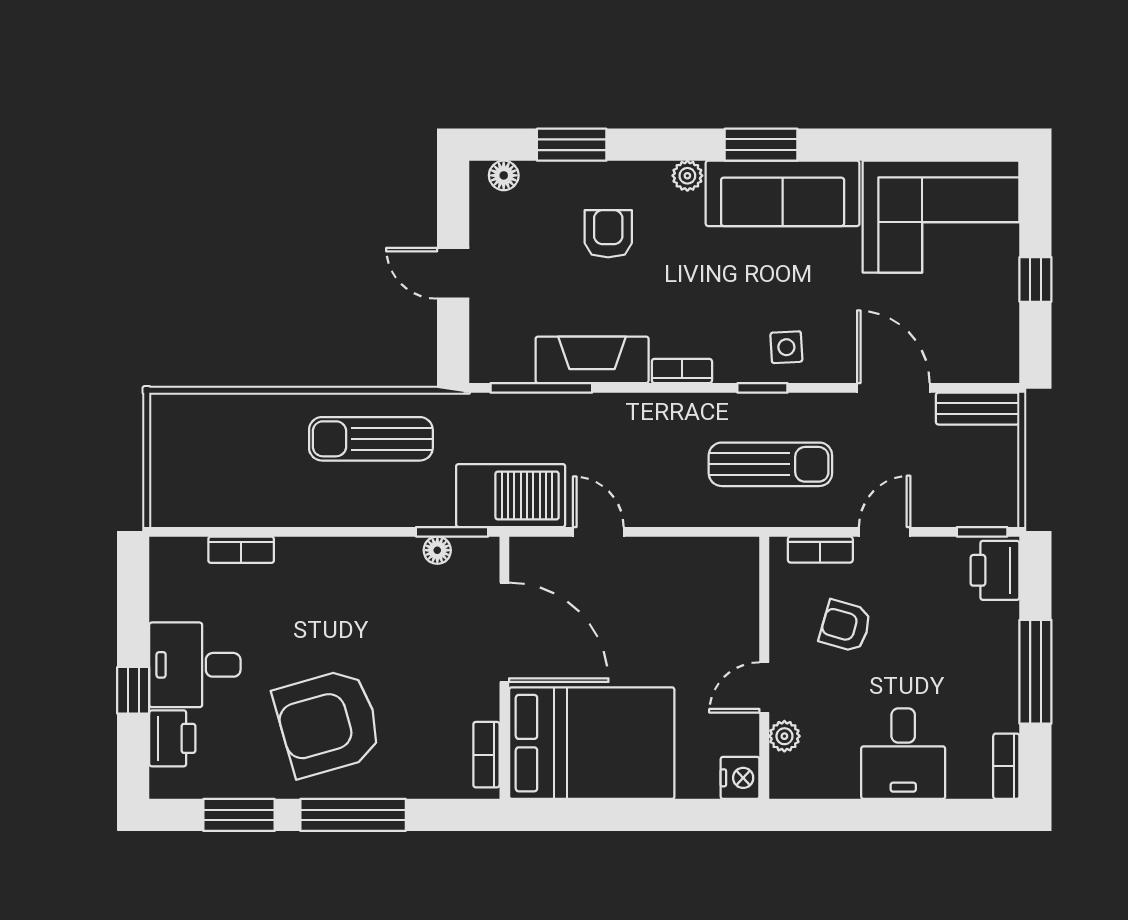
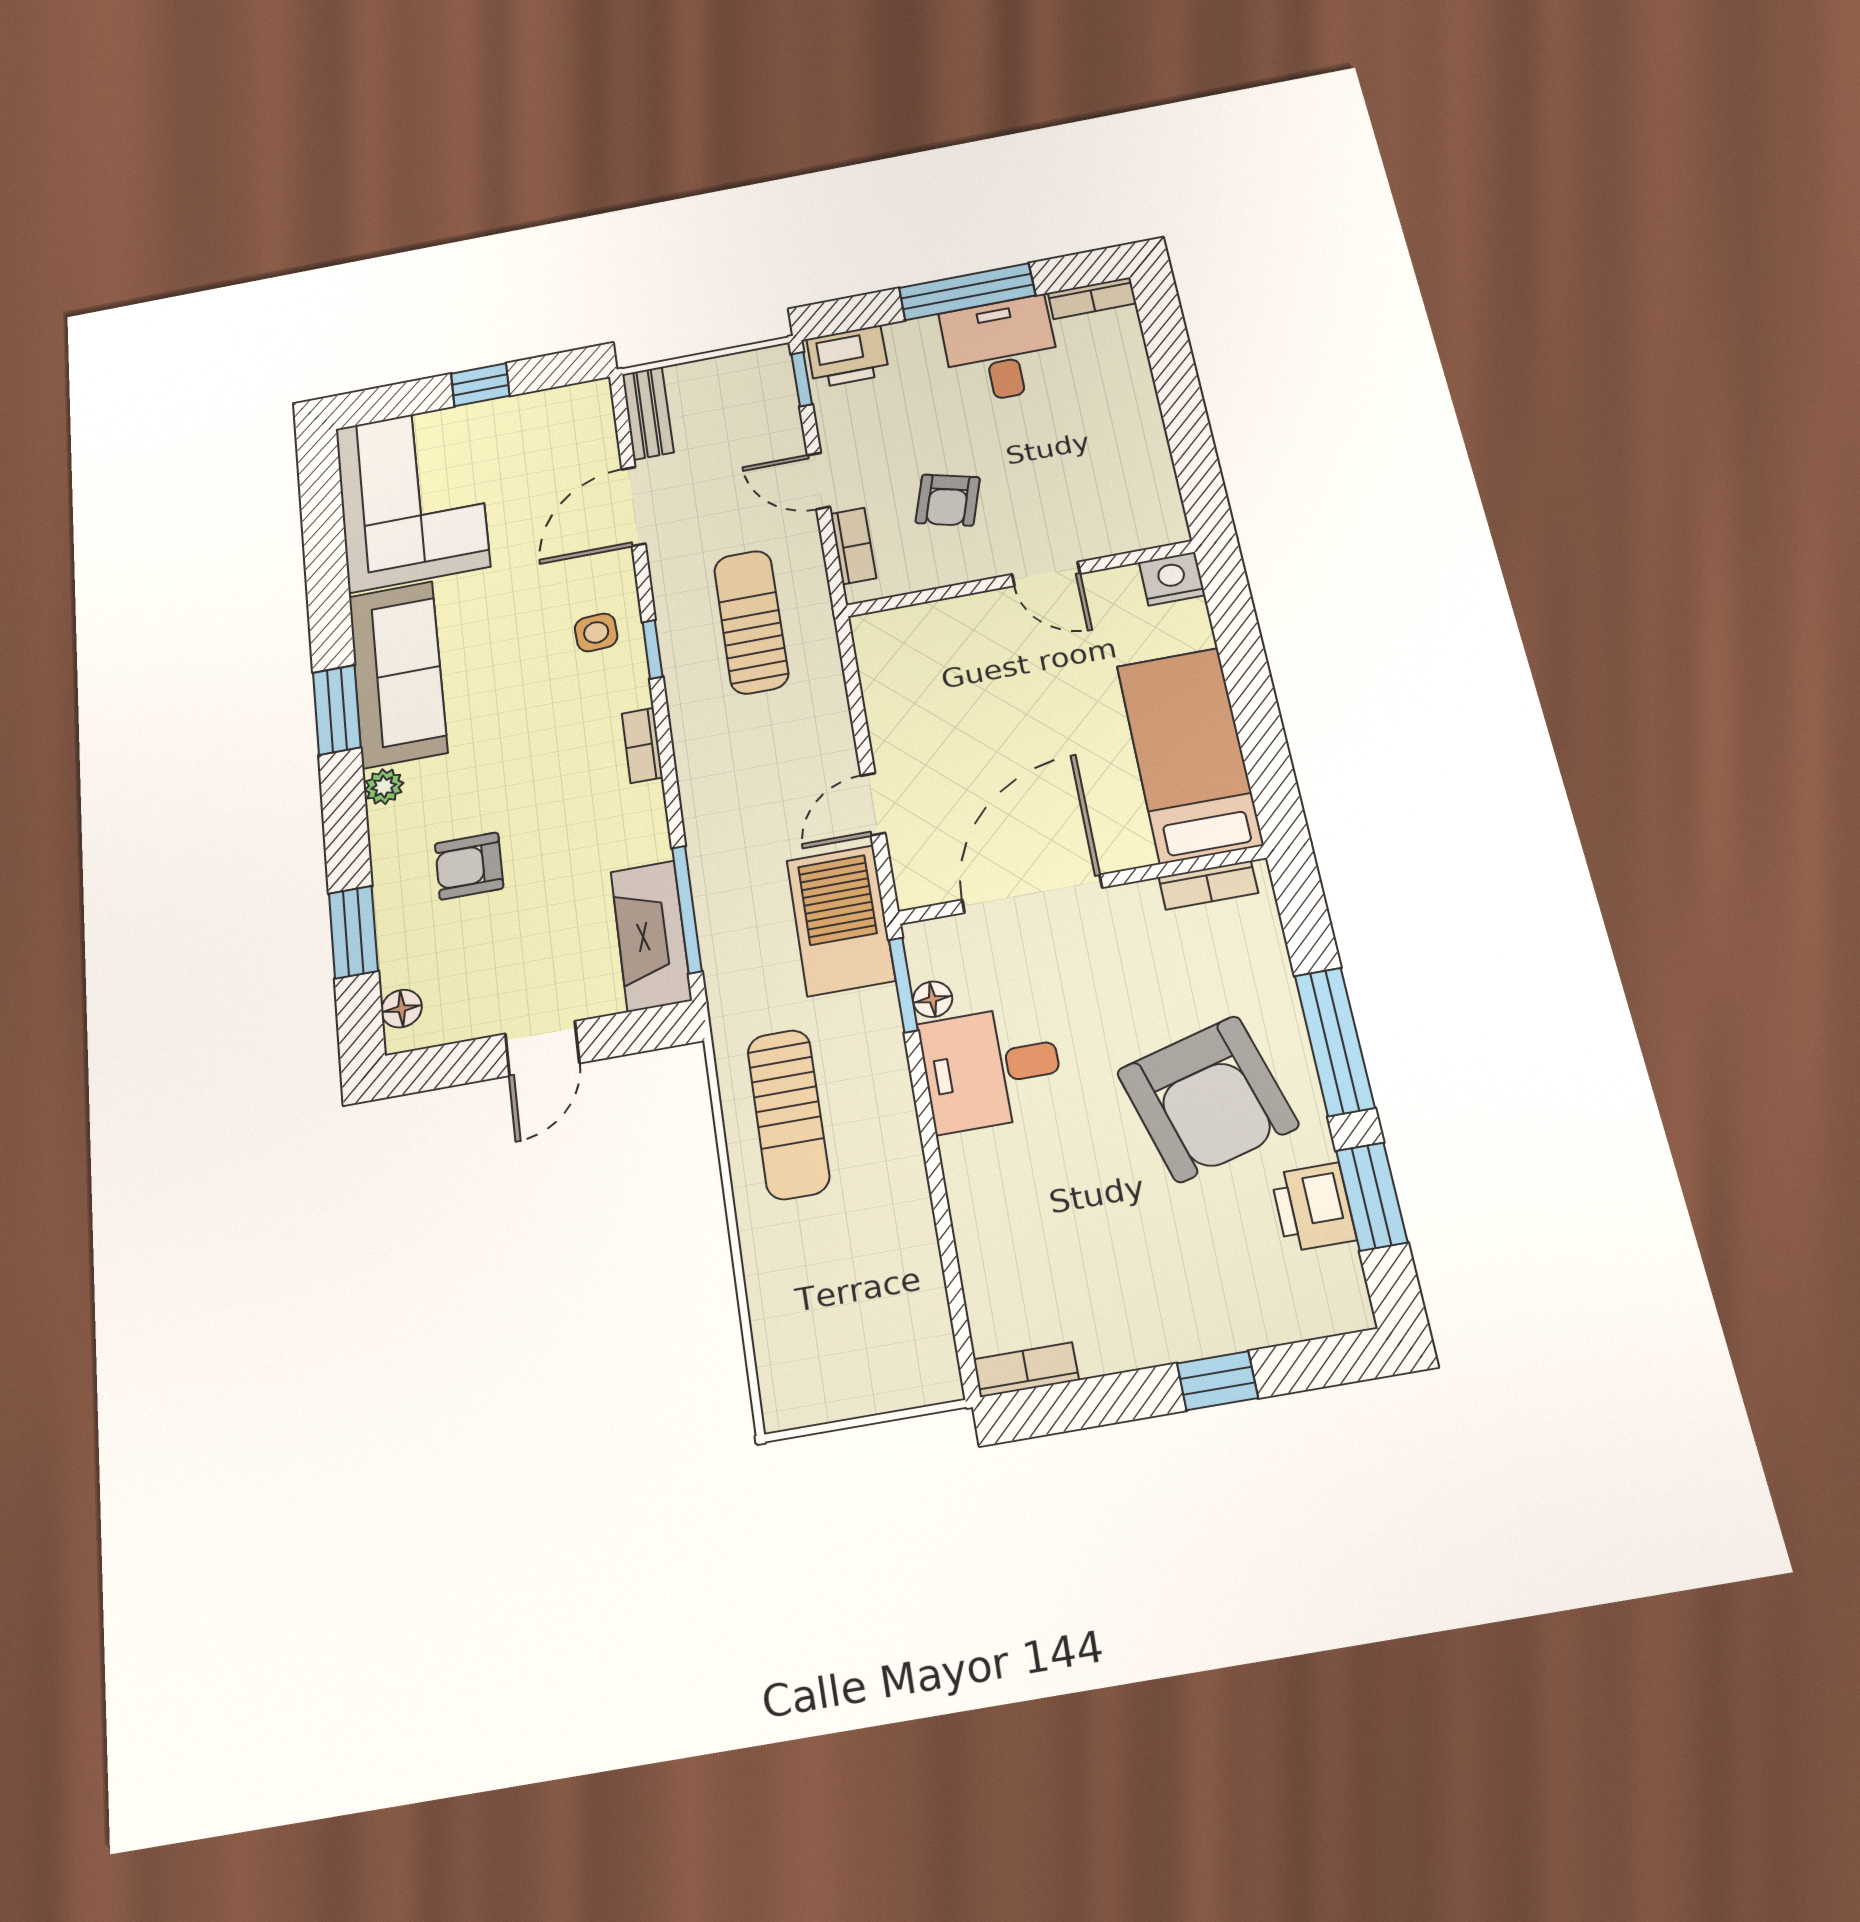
fireplace: (592, 360) -> (651, 936), moved
bookcase: (241, 550) -> (1026, 1370), moved, turned -90
desk: (195, 665) -> (992, 1068), moved, turned 90
plant: (784, 736) -> (1106, 540), removed
printer: (172, 738) -> (1313, 1207), moved, turned -90
bed: (592, 743) -> (1189, 754), width x0.67
desk: (903, 754) -> (1001, 350), moved, turned -90

